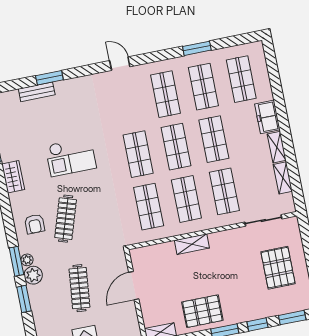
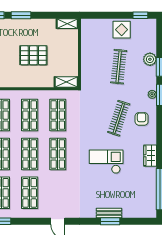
bench: (37, 92) -> (109, 213), moved
shelving: (192, 244) -> (66, 82), moved
plant: (33, 275) -> (150, 59), moved
door: (134, 286) -> (80, 61), removed
pallet: (202, 311) -> (33, 55), moved

